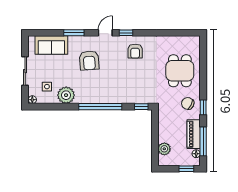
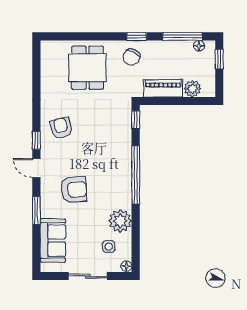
armchair: (135, 51) -> (61, 128), turned -103
dining table: (180, 71) -> (87, 68), turned 90
piano: (194, 134) -> (163, 88), moved, turned 180

